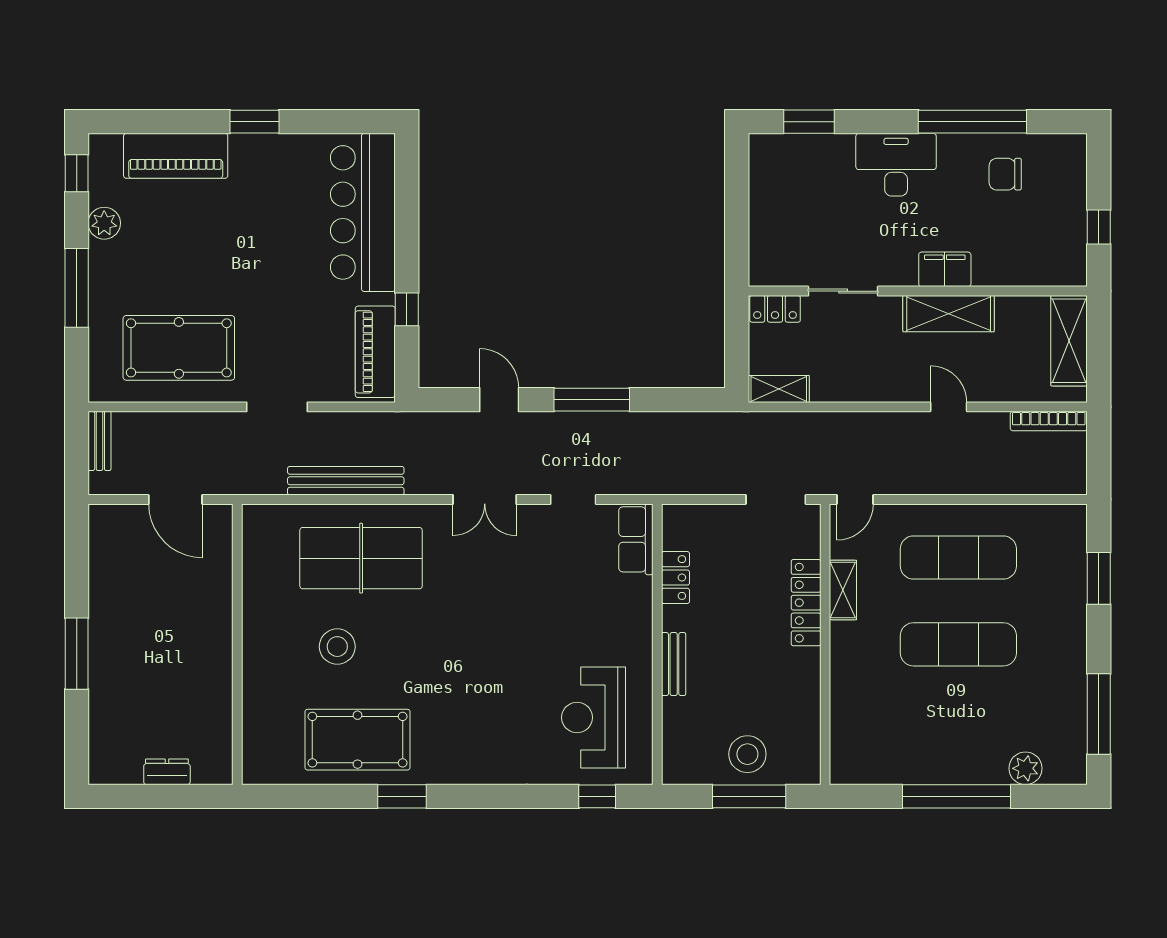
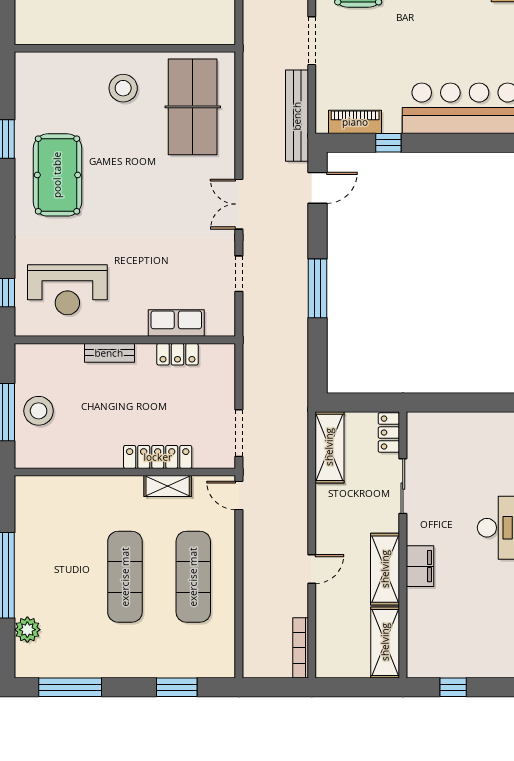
chair: (1005, 174) -> (495, 614), removed
shelving: (1069, 341) -> (385, 642), moved, turned 90
piano: (375, 352) -> (355, 122), width x0.73, depth x0.75
shelving: (779, 389) -> (329, 447), width x1.50, depth x1.33
door: (499, 400) -> (317, 188), moved
bench: (346, 481) -> (297, 116), moved
row of seats: (636, 539) -> (176, 323), moved
wall: (237, 644) -> (125, 48), moved
reception desk: (594, 717) -> (67, 290), turned 180
pool table: (358, 740) -> (57, 175), moved

